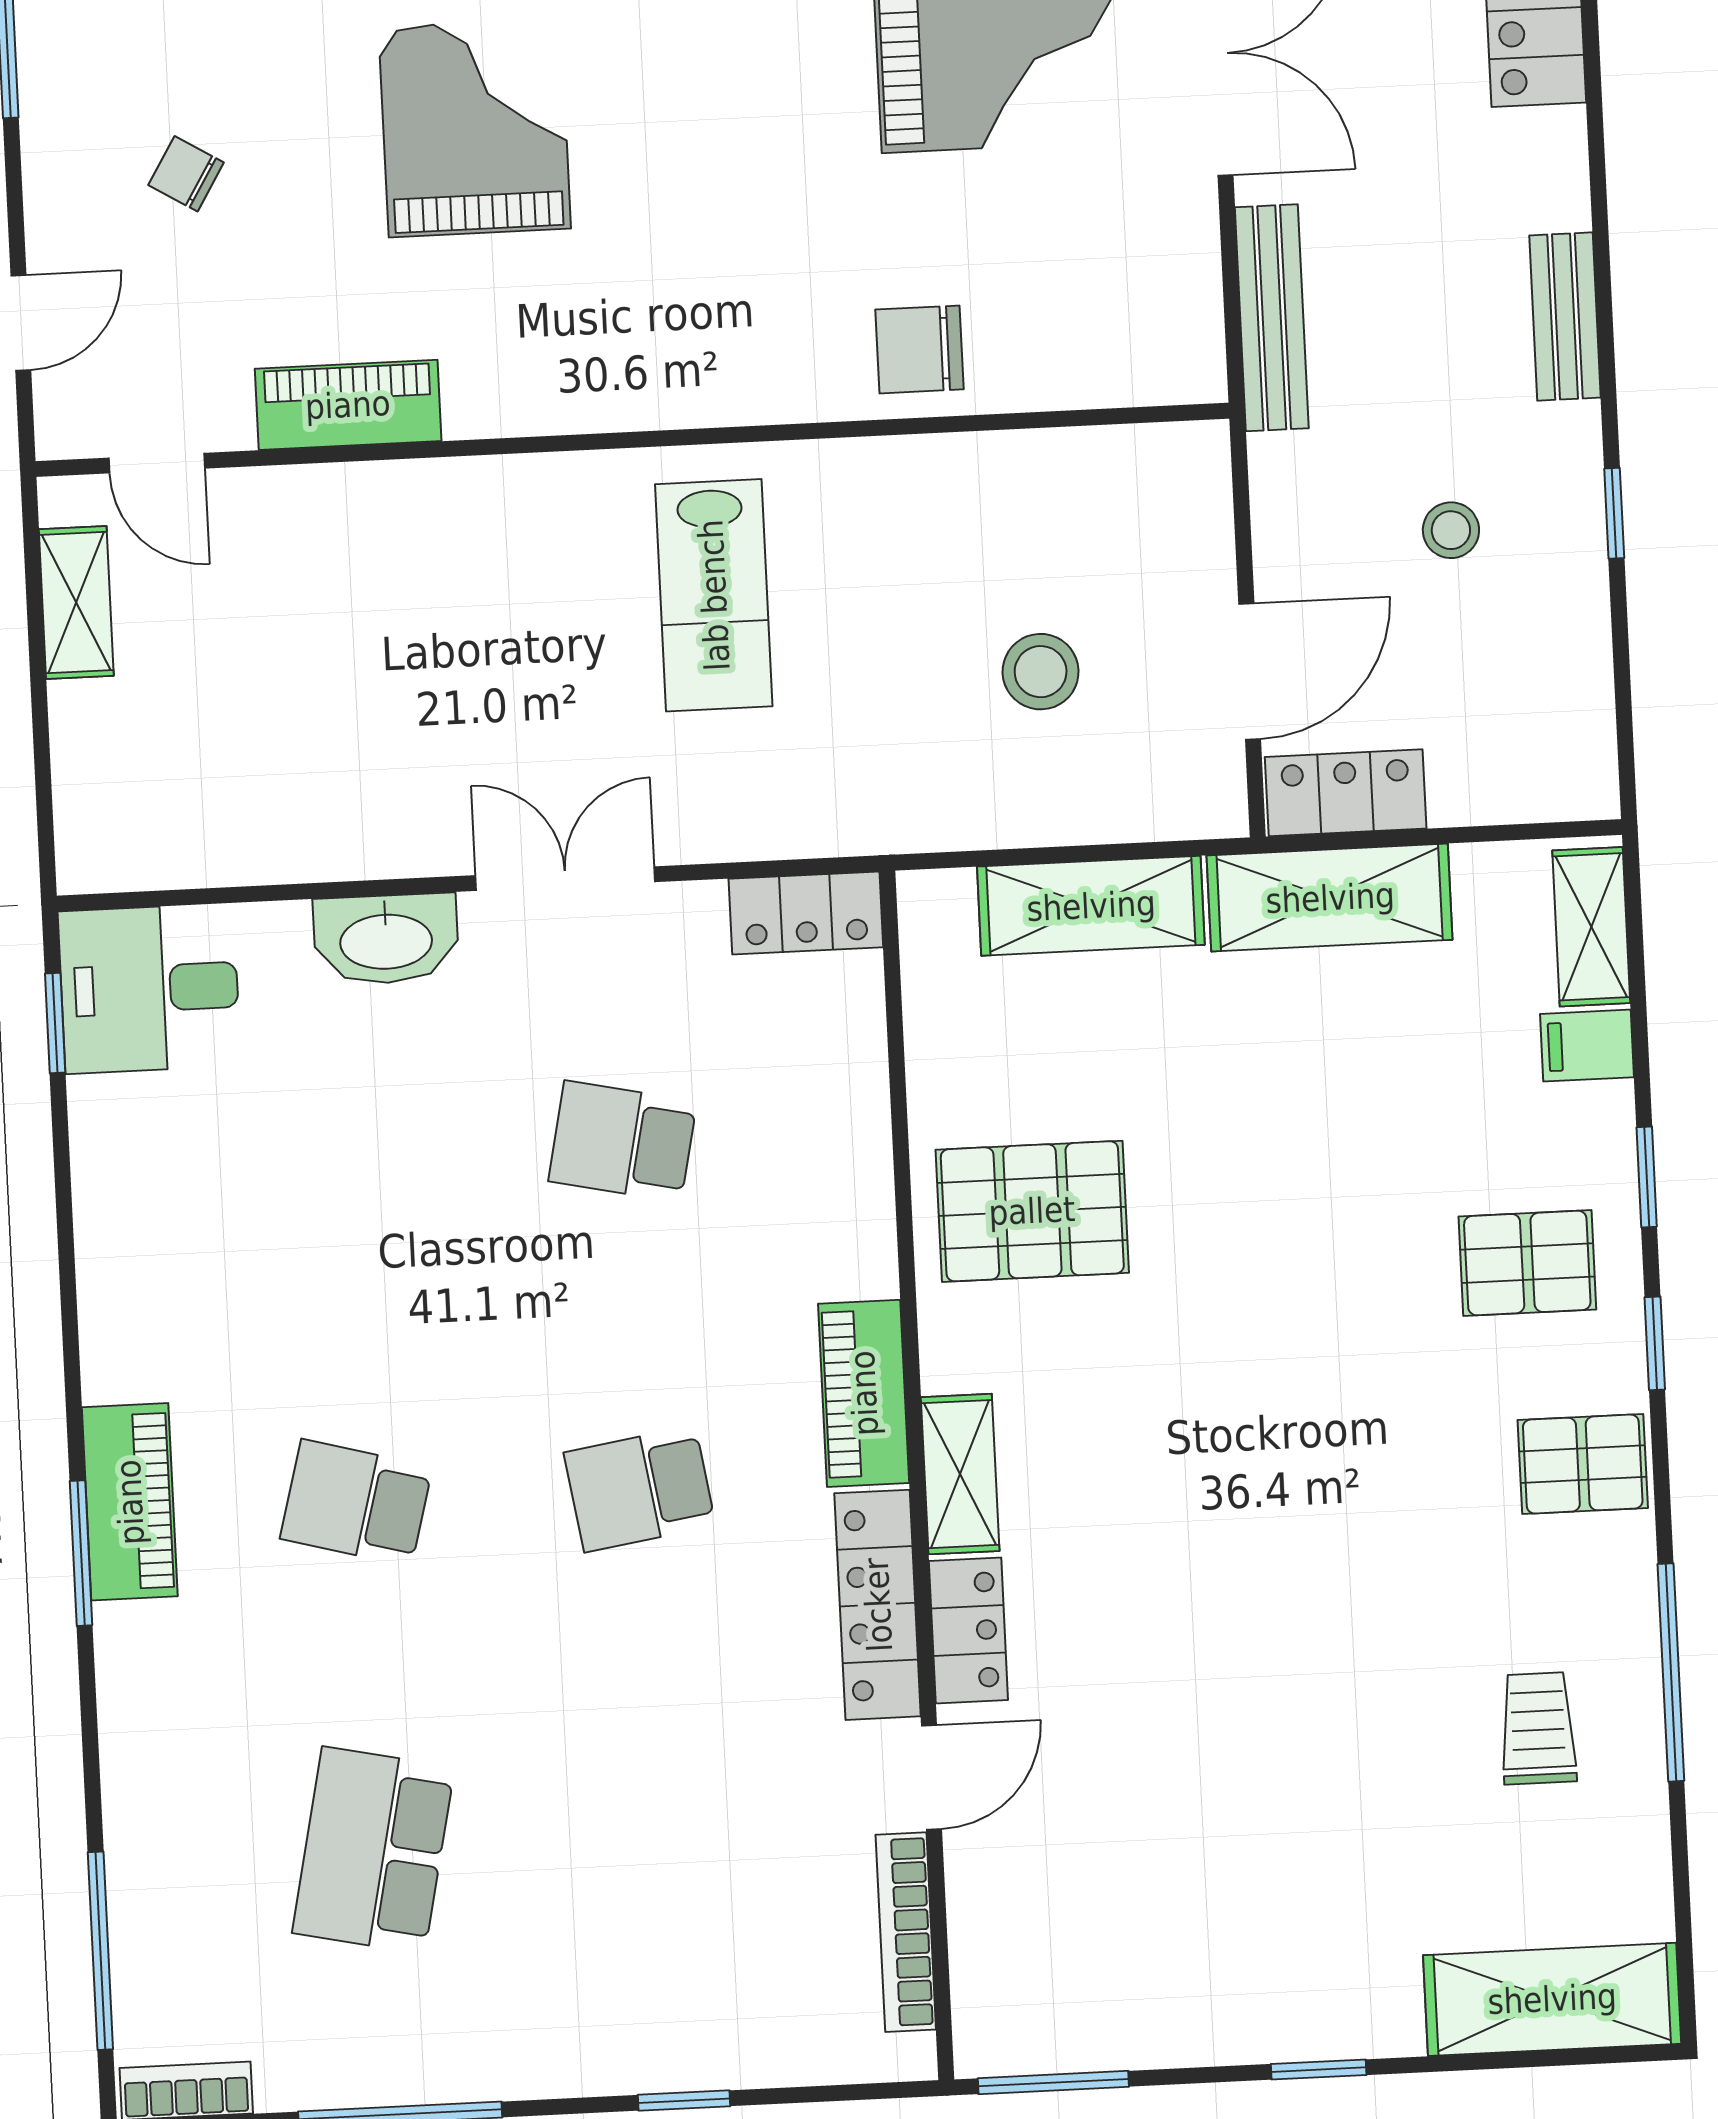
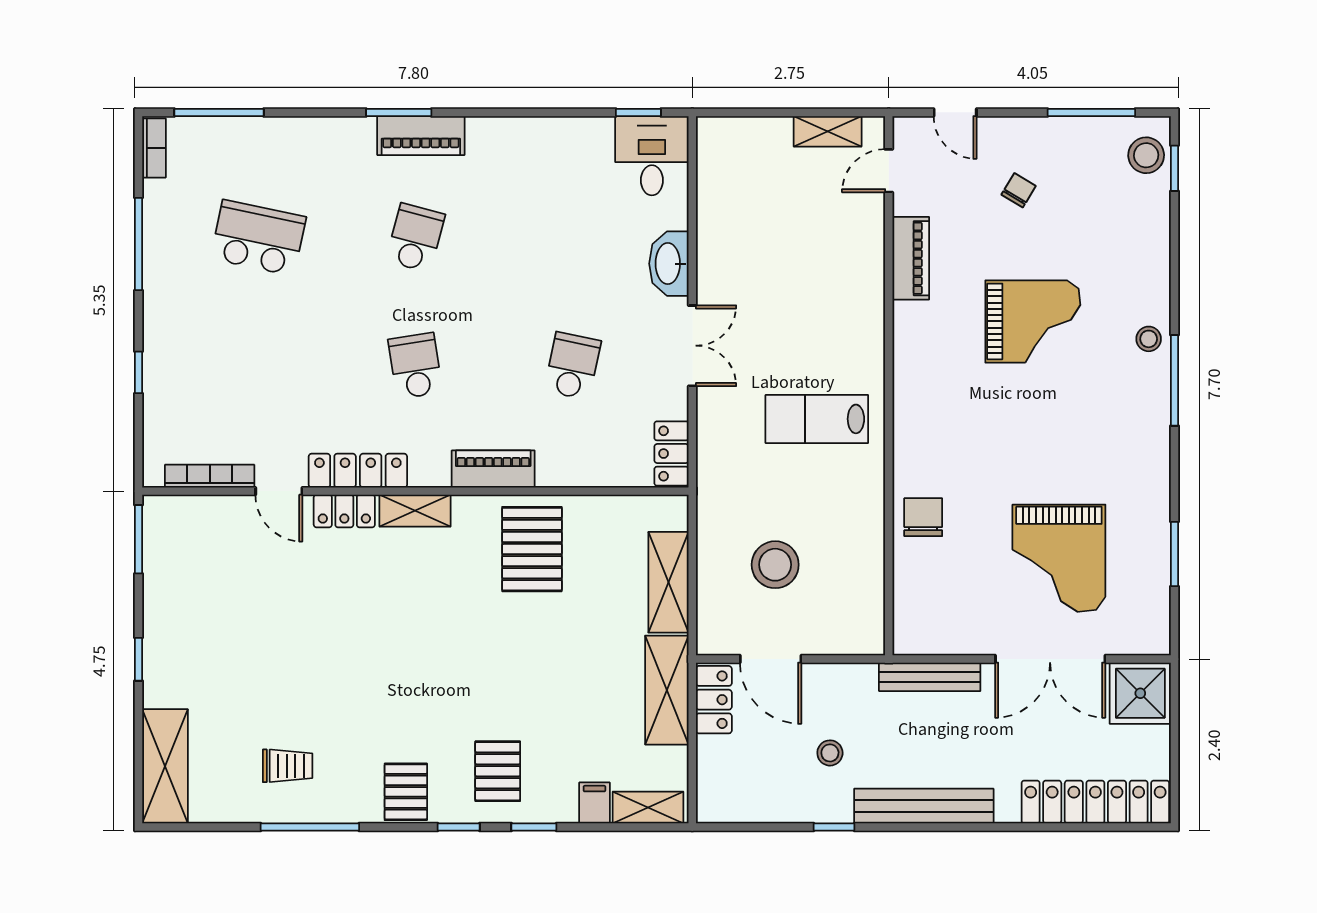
bench: (1565, 316) -> (924, 806), width x1.86, depth x1.21
stool: (1041, 672) -> (775, 565), width x1.38, depth x1.38
piano: (864, 1393) -> (493, 469), moved

